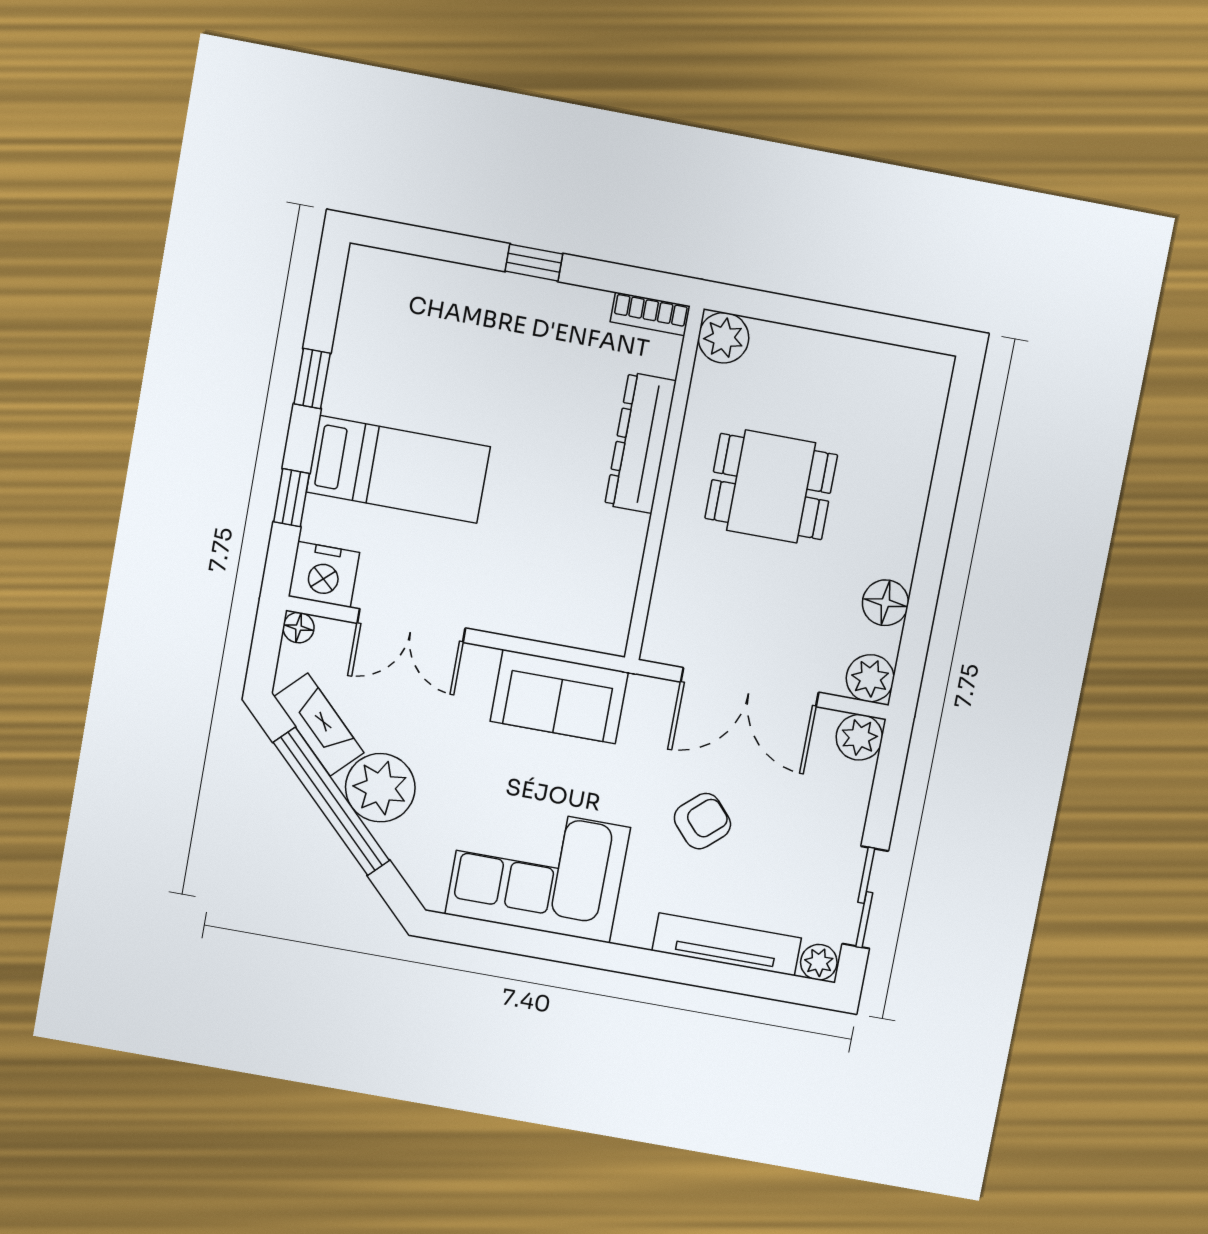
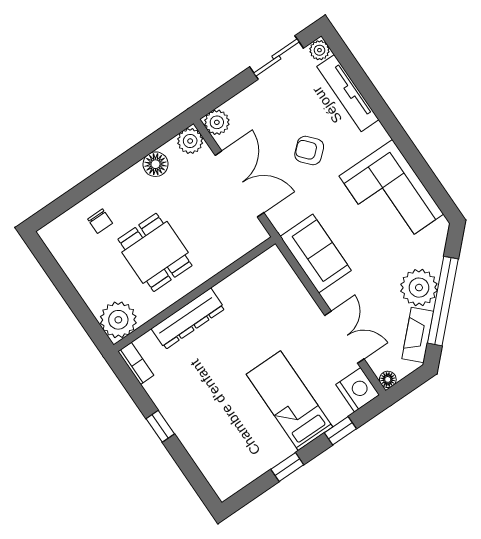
plant: (724, 338) -> (118, 320), width x1.36, depth x1.36
chair: (884, 455) -> (100, 221), added

